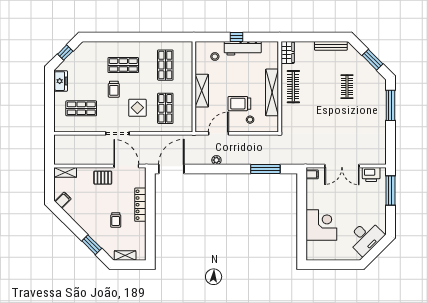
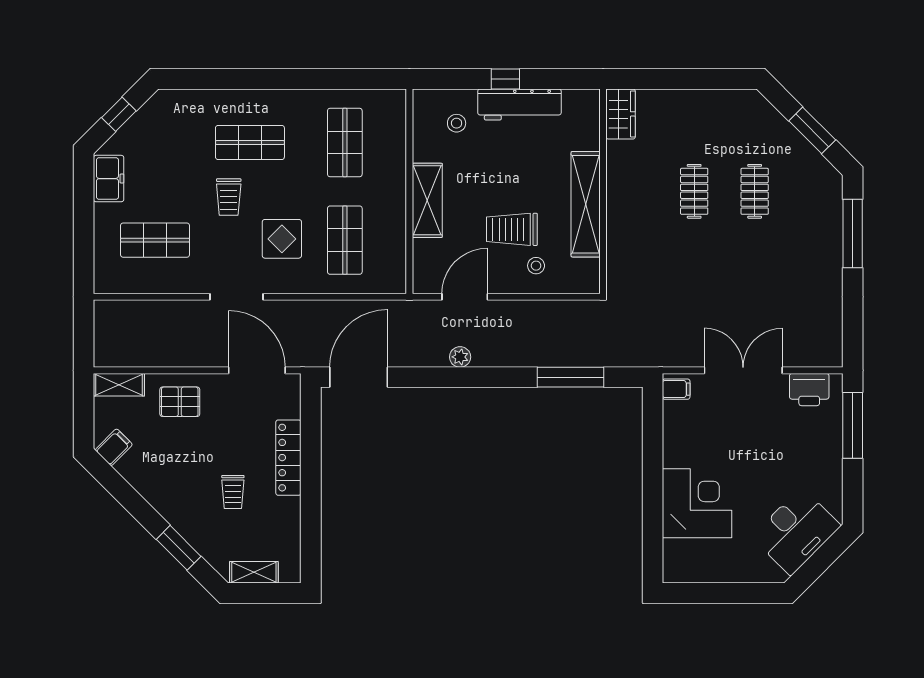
bench: (331, 46) -> (718, 99), removed
clothes rail: (293, 87) -> (694, 191), moved, width x0.73
double door: (342, 166) -> (743, 370), swing flipped
pallet: (103, 178) -> (180, 402), moved

